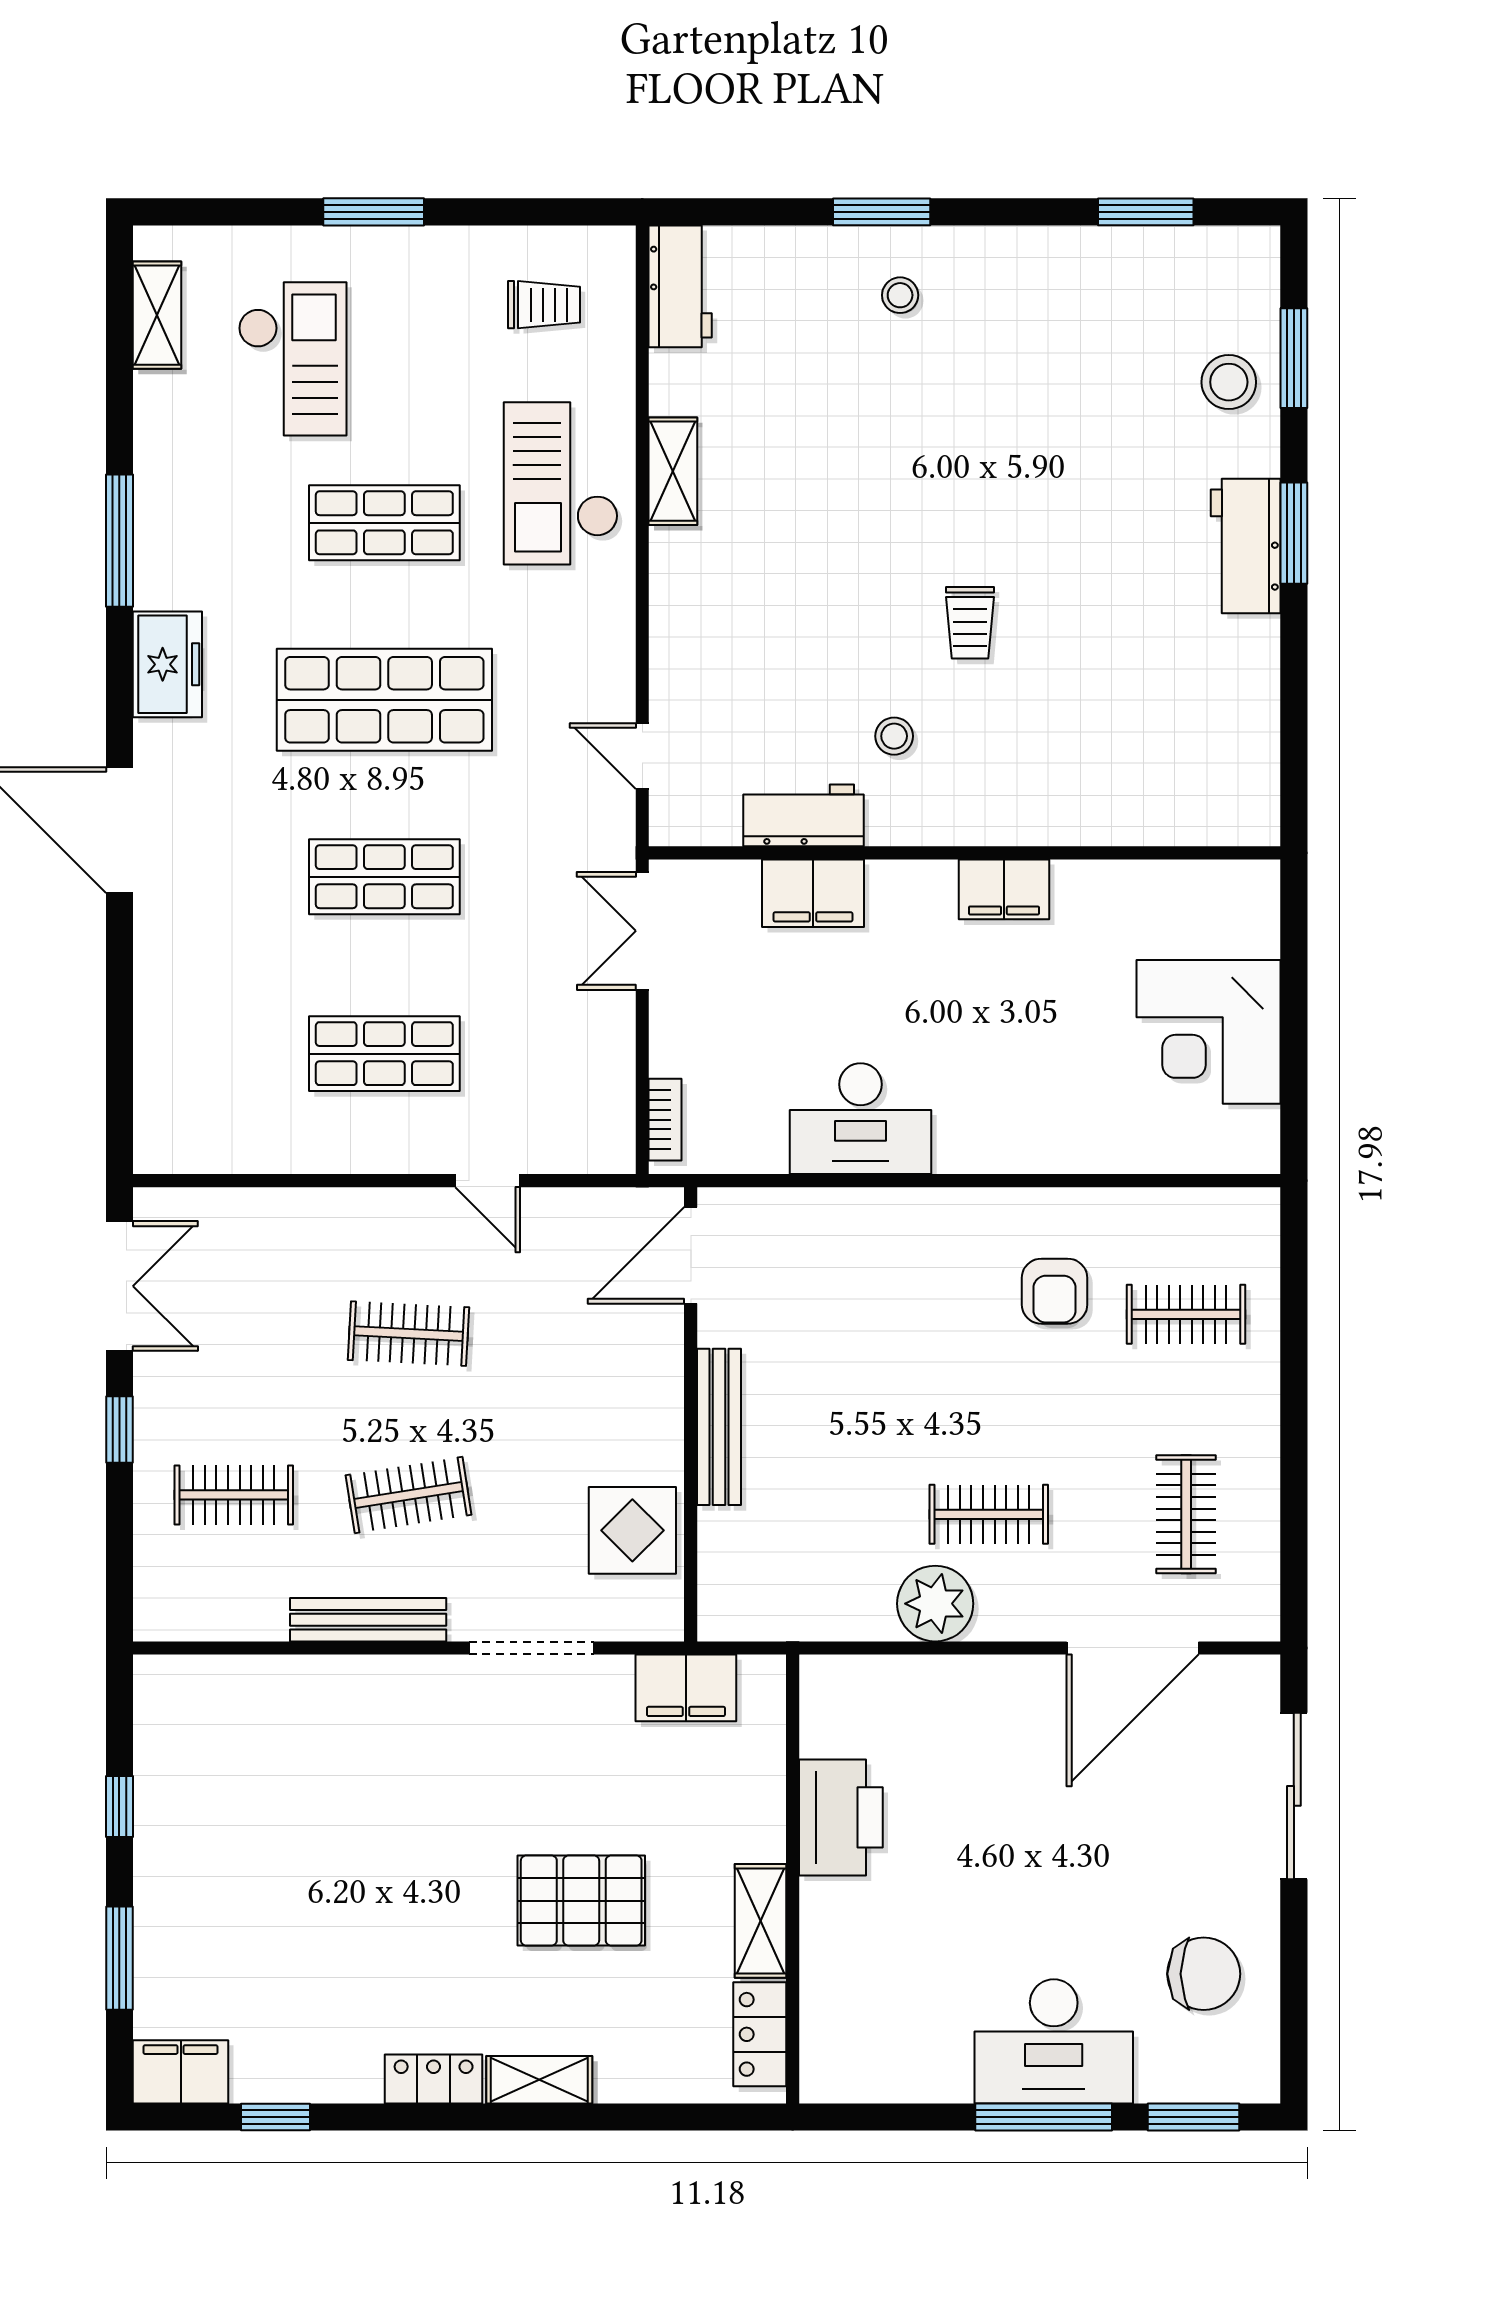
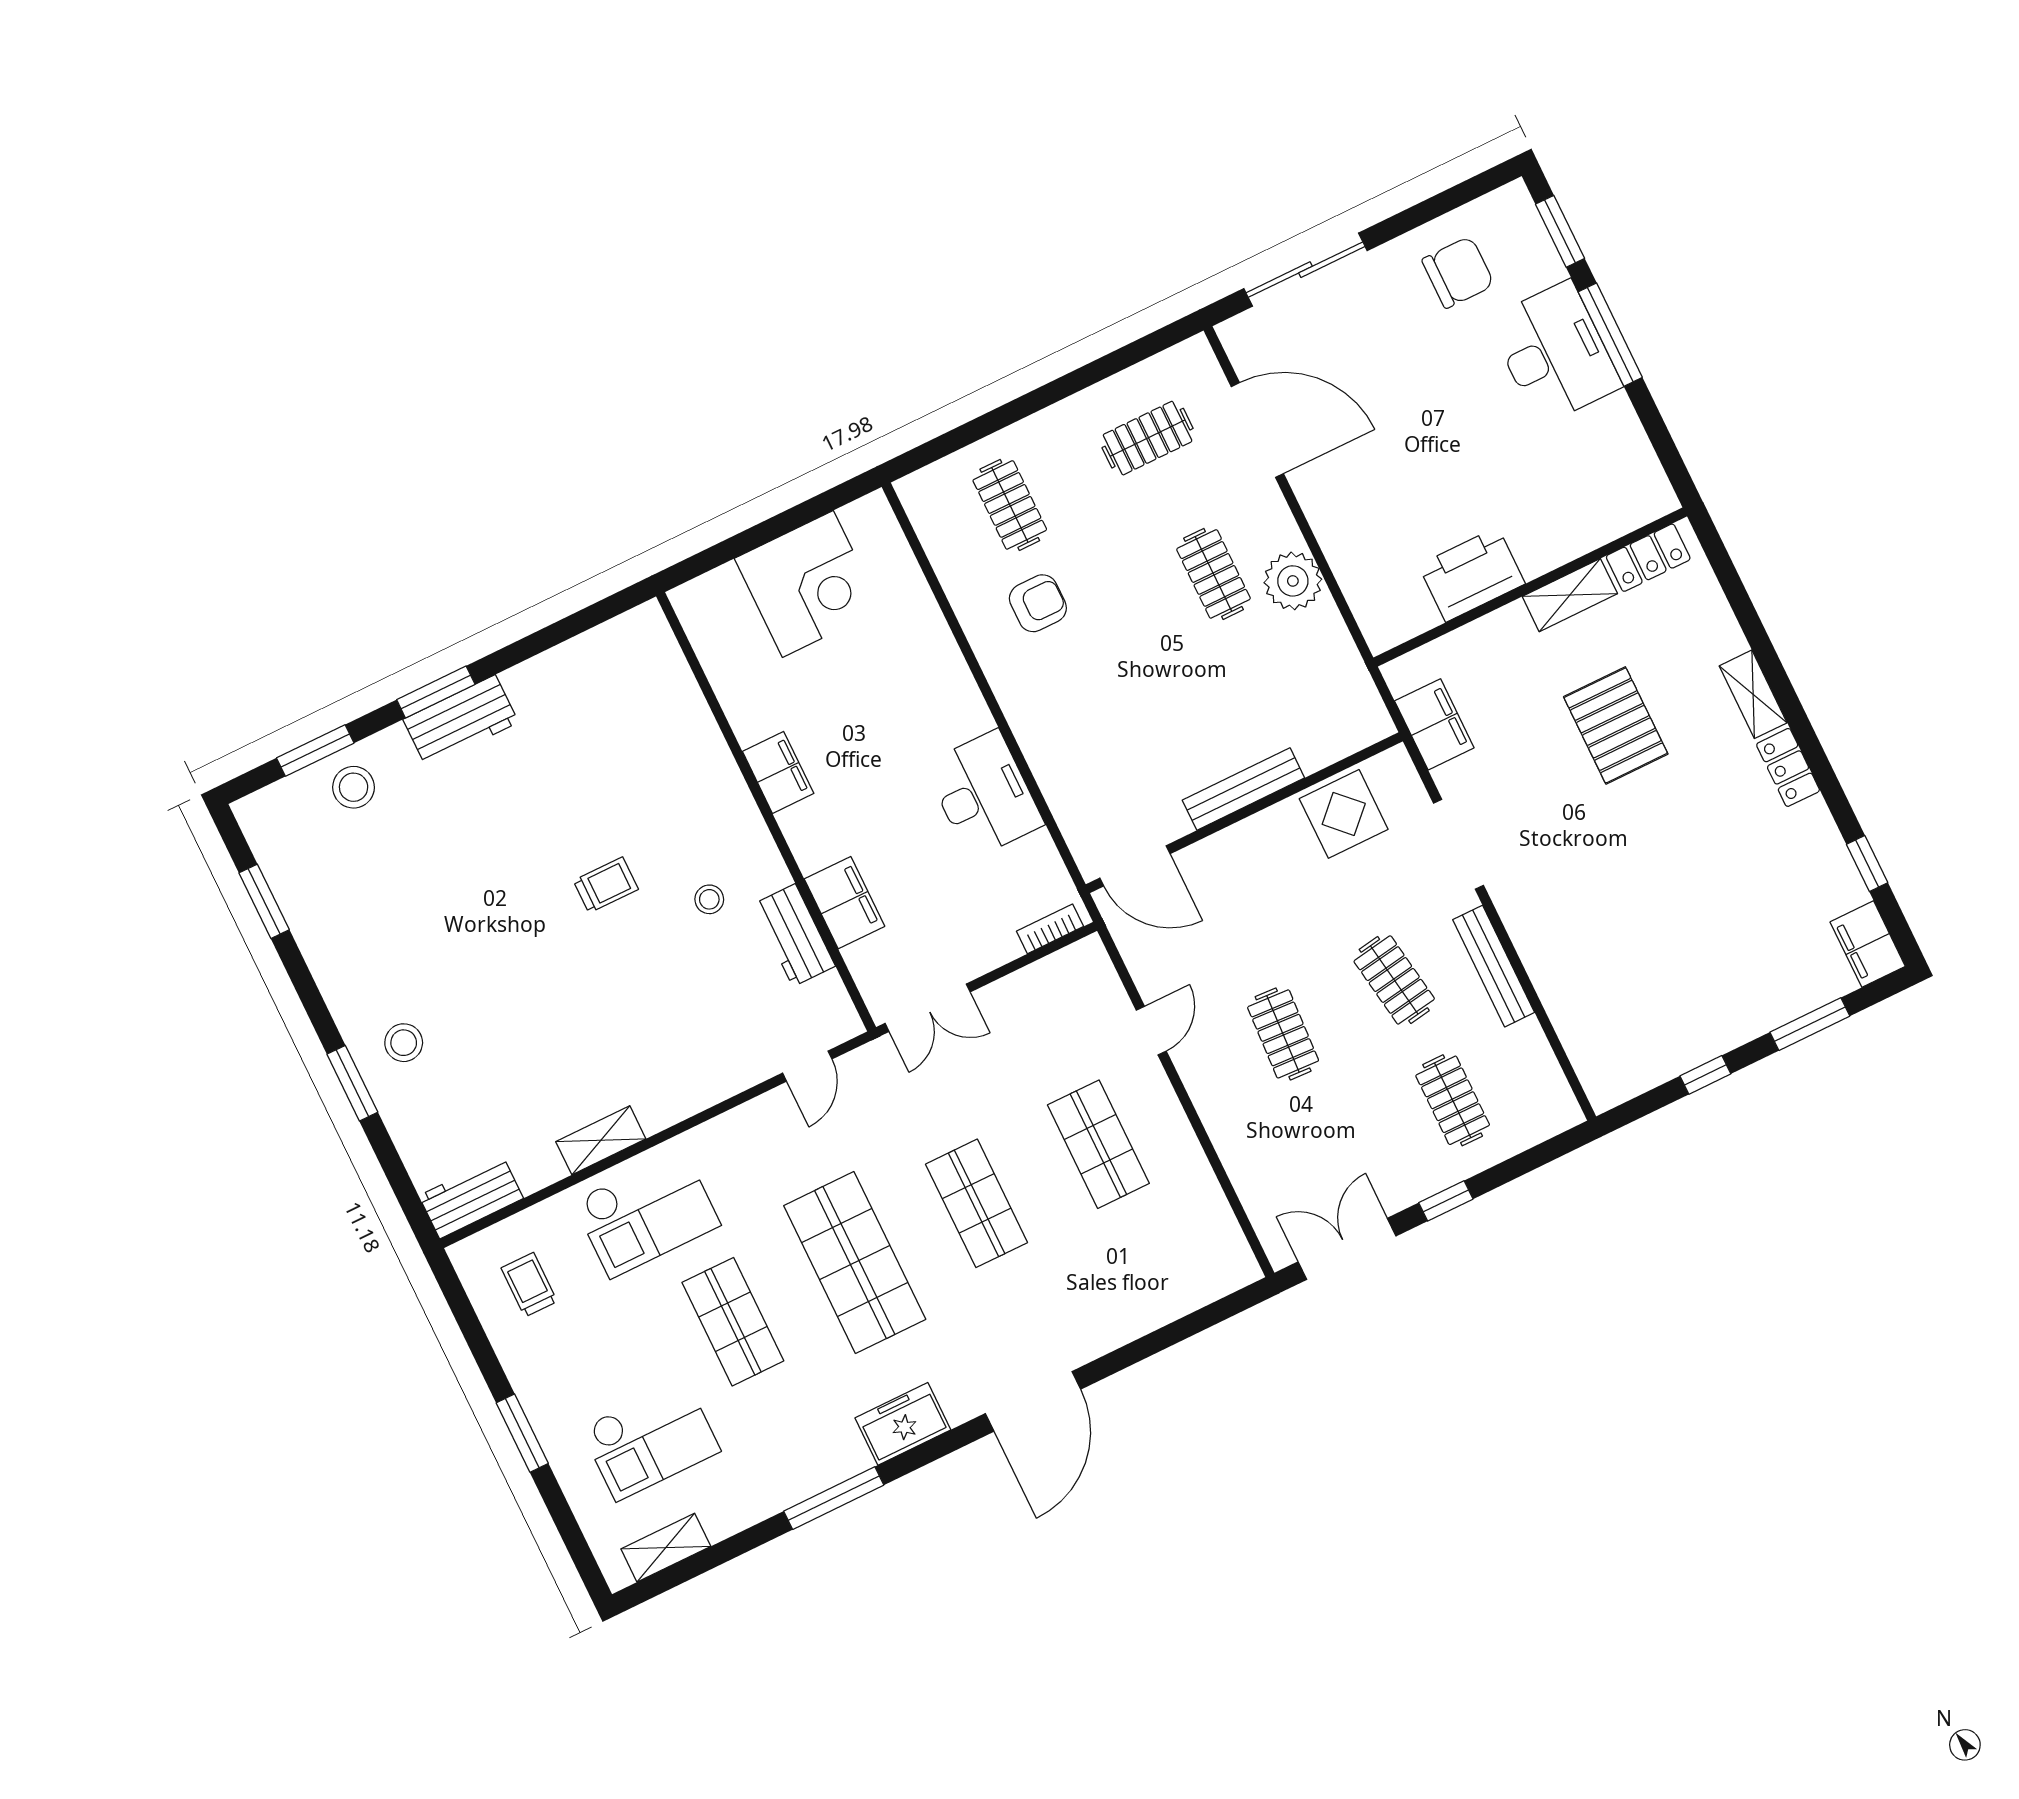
stool: (900, 295) -> (404, 1043), width x1.37, depth x1.37
checkout: (292, 359) -> (651, 1440), turned 180
chair: (1204, 1974) -> (1458, 272), turned 90

